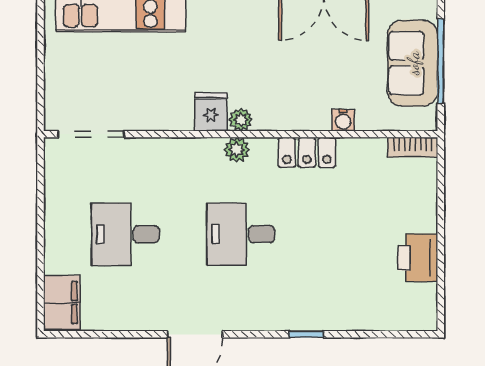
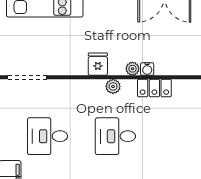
plant: (241, 120) -> (132, 69), moved
water cooler: (343, 120) -> (147, 69), moved

